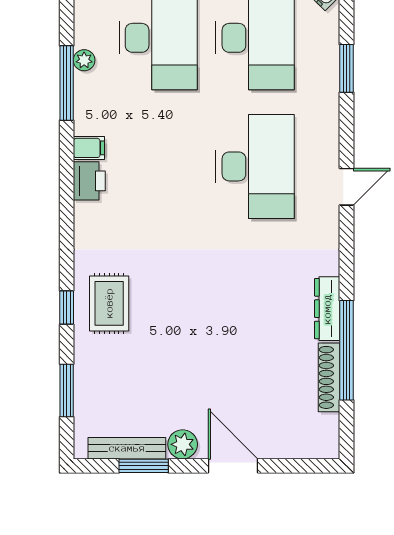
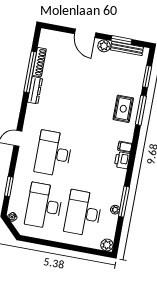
filing cabinet: (89, 148) -> (125, 147), moved
window: (67, 307) -> (141, 110), width x2.17

